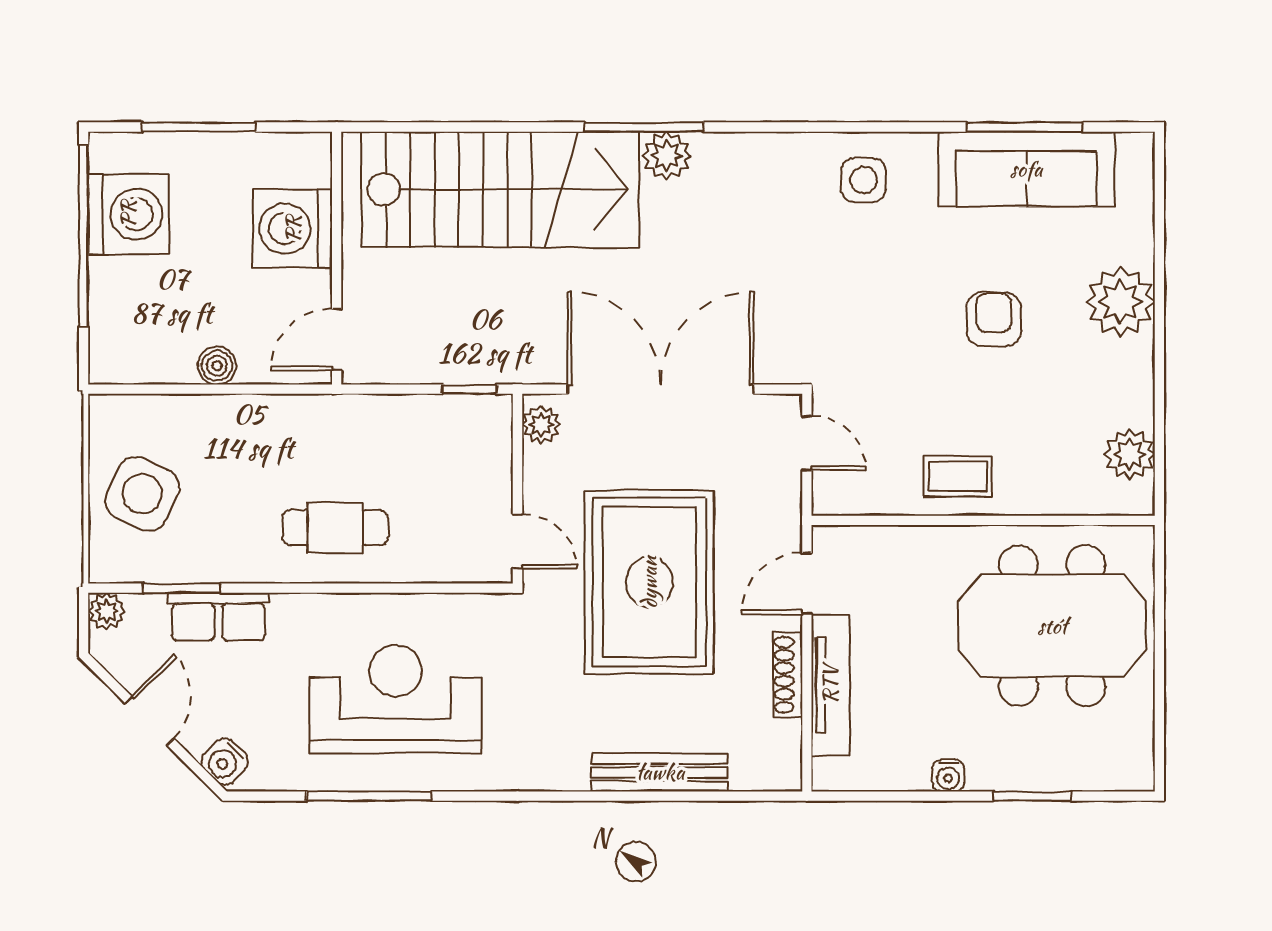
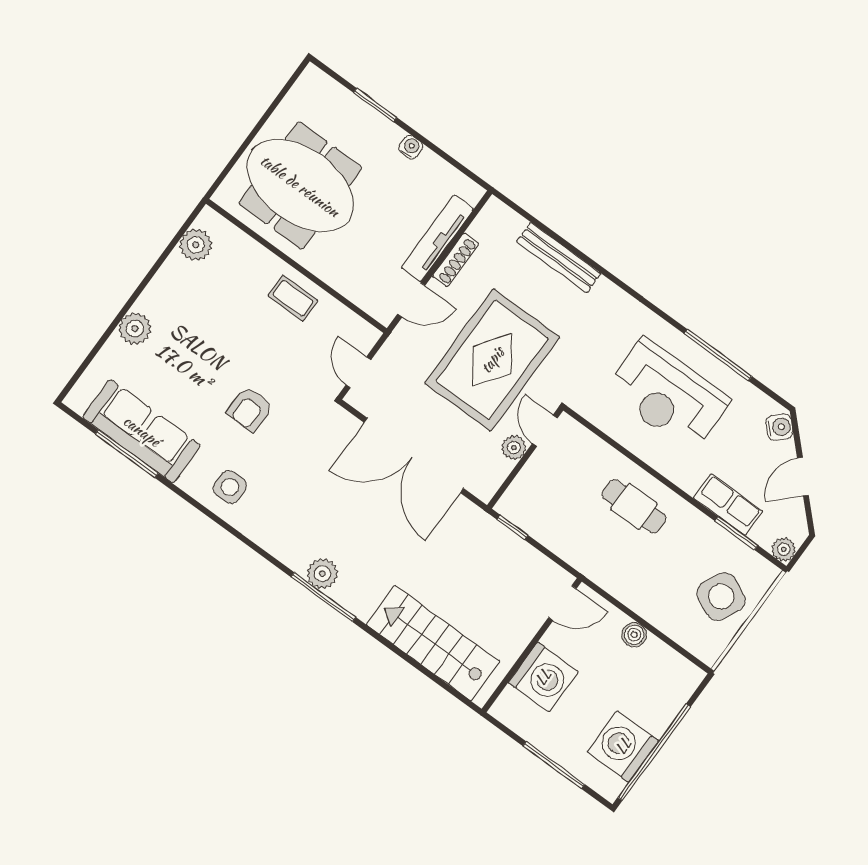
stairs: (500, 189) -> (433, 643), width x0.73, depth x0.66
plant: (1120, 302) -> (135, 328), width x0.73, depth x0.73
armchair: (994, 319) -> (250, 409), moved
plant: (541, 425) -> (514, 448), moved

